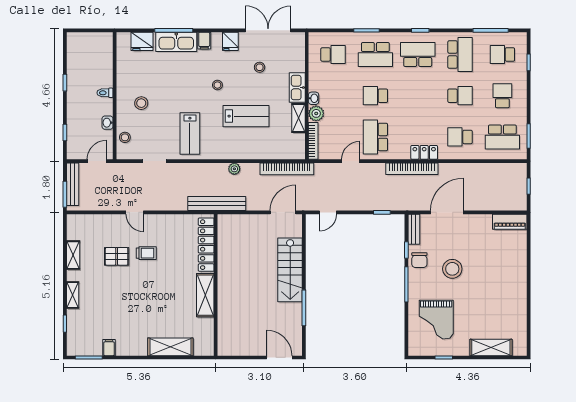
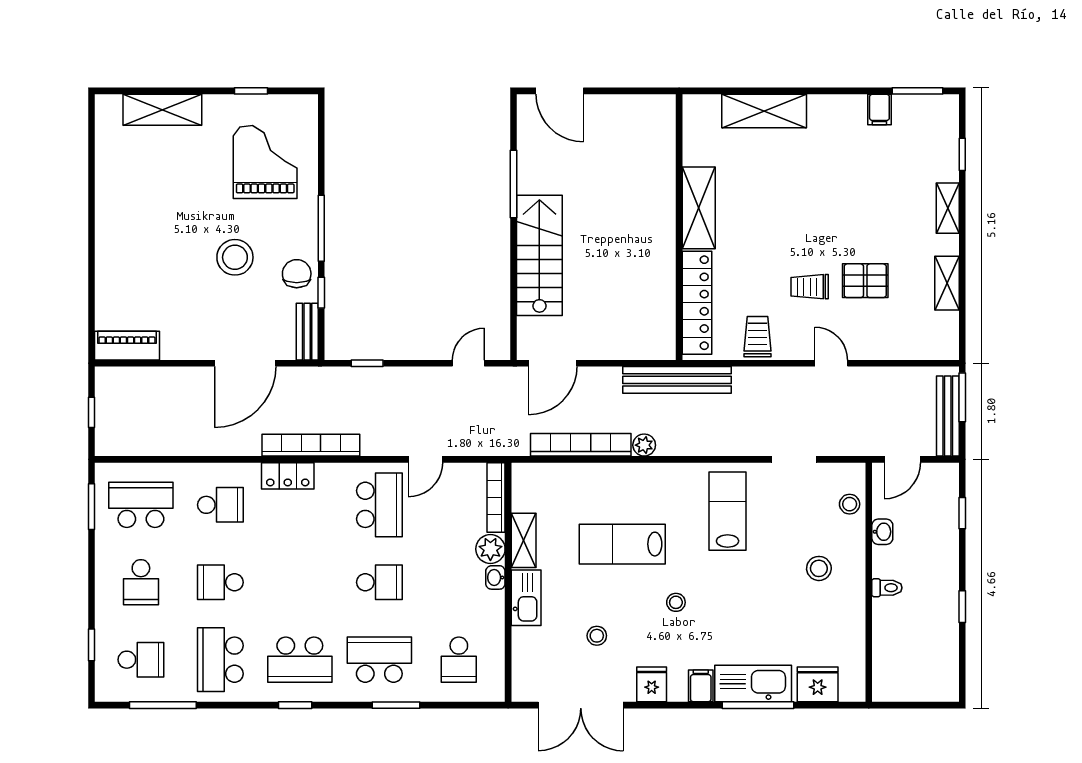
school desk: (333, 55) -> (459, 660), turned -90
bookcase: (287, 169) -> (581, 445), moved
trolley: (174, 227) -> (757, 337), added

